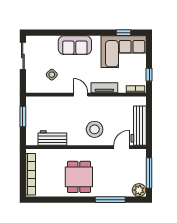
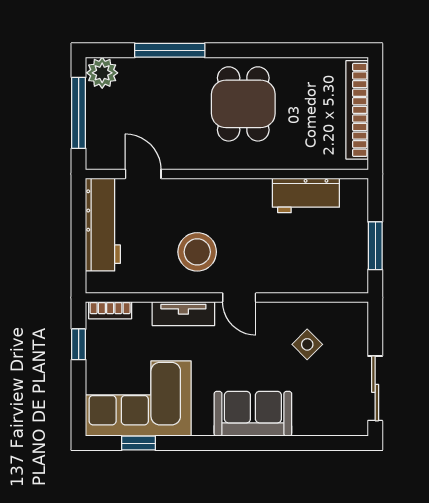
stool: (95, 129) -> (197, 252), moved
door: (122, 147) -> (143, 174), swing flipped

